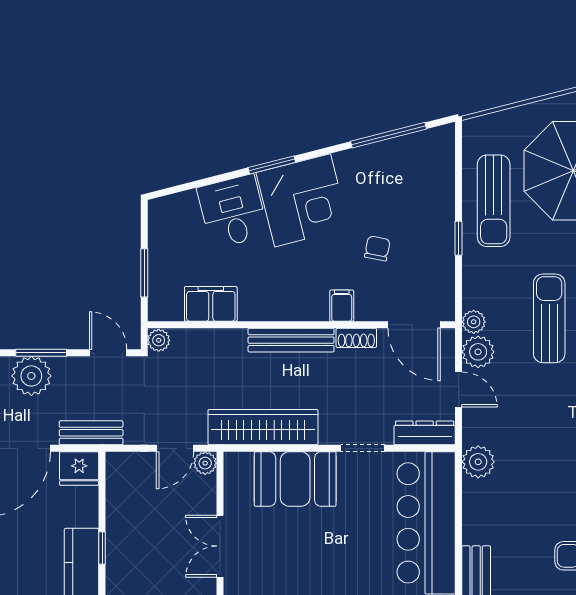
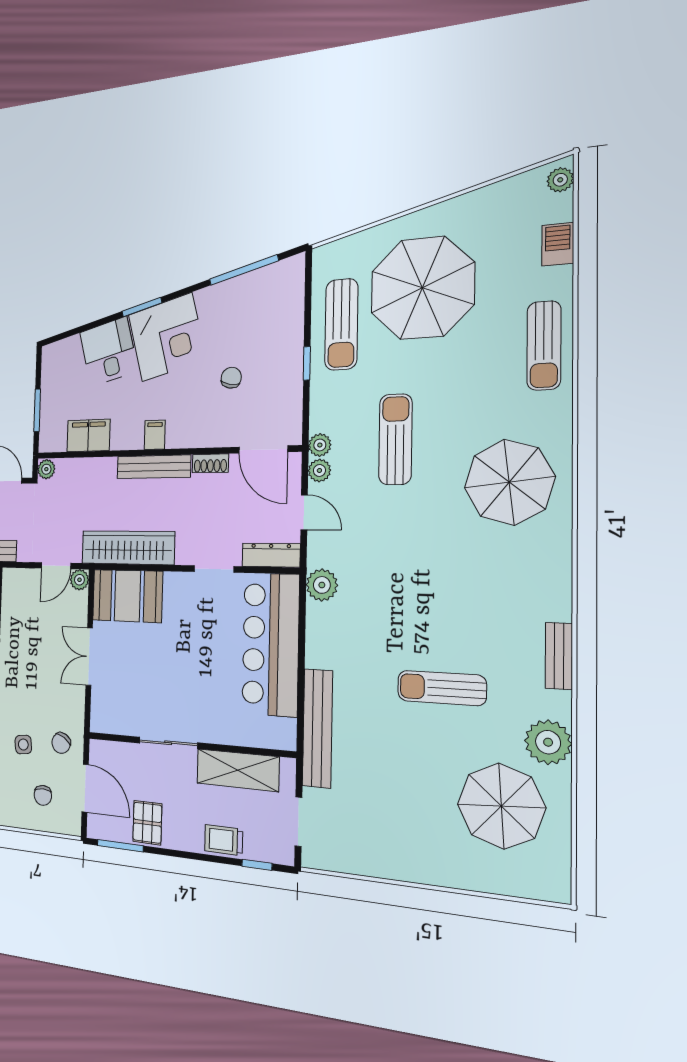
filing cabinet: (342, 306) -> (155, 435), moved
plant: (478, 352) -> (319, 470), width x0.73, depth x0.73
booth: (295, 479) -> (127, 596), moved

